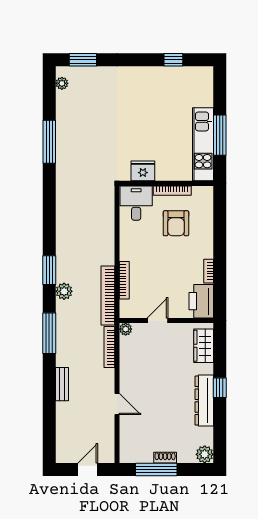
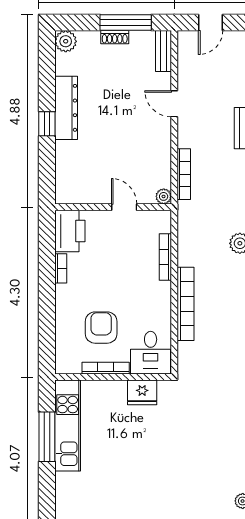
bookcase: (108, 296) -> (186, 304), moved
door: (157, 320) -> (124, 207), swing flipped
wardrobe: (204, 346) -> (67, 176), removed
bench: (126, 446) -> (163, 51), added

